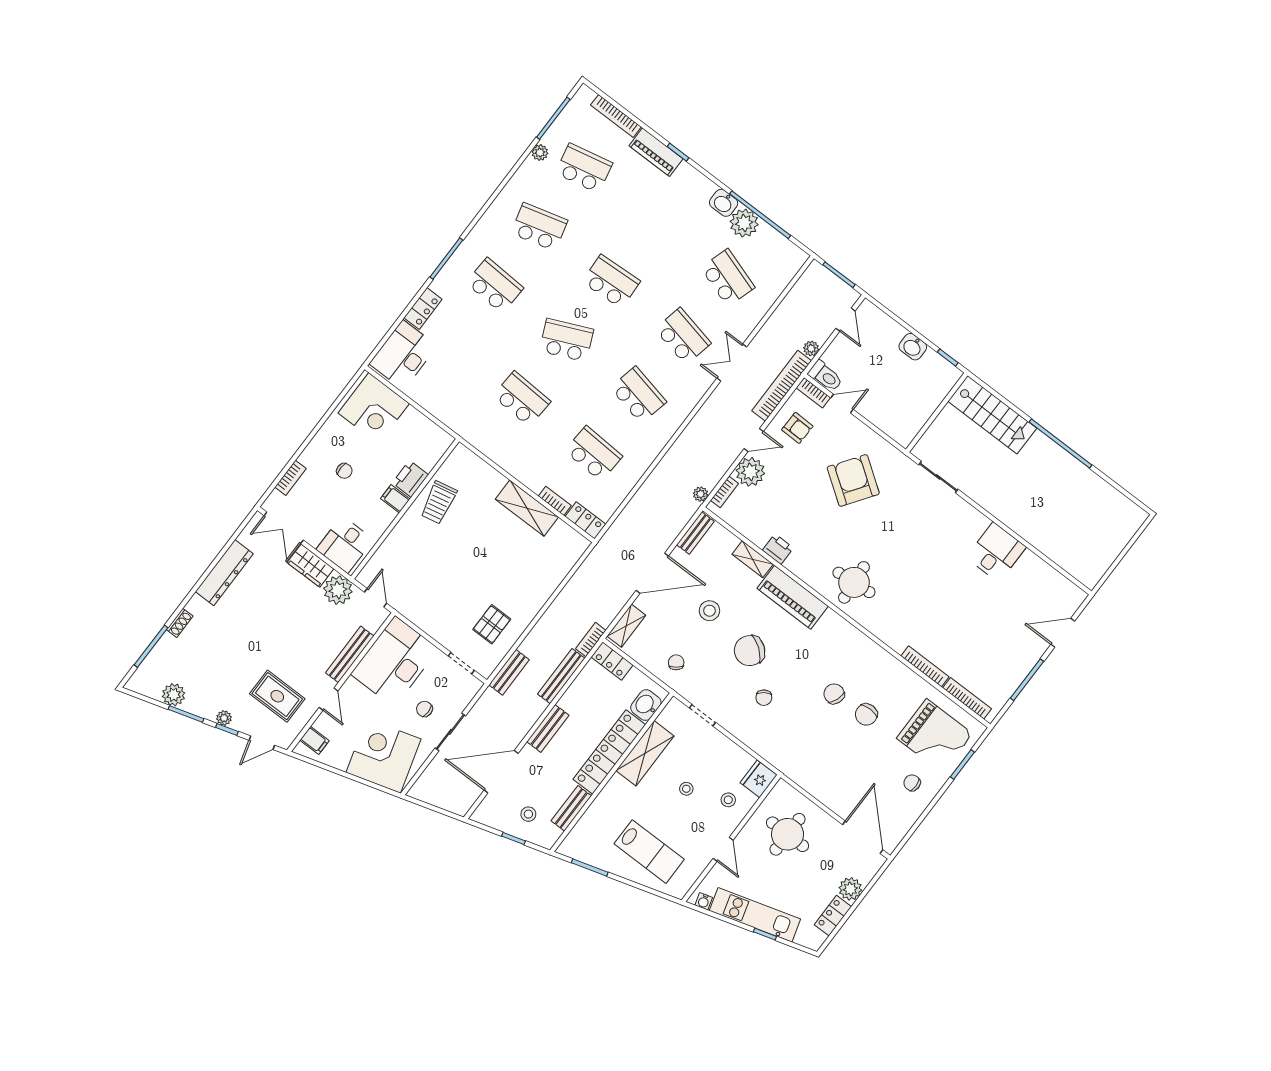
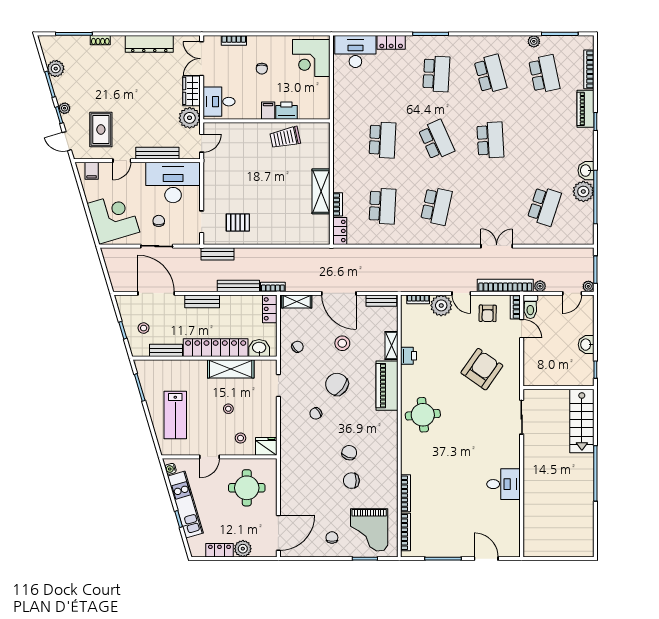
school desk: (683, 336) -> (490, 206), removed
plant: (701, 494) -> (588, 286), moved

